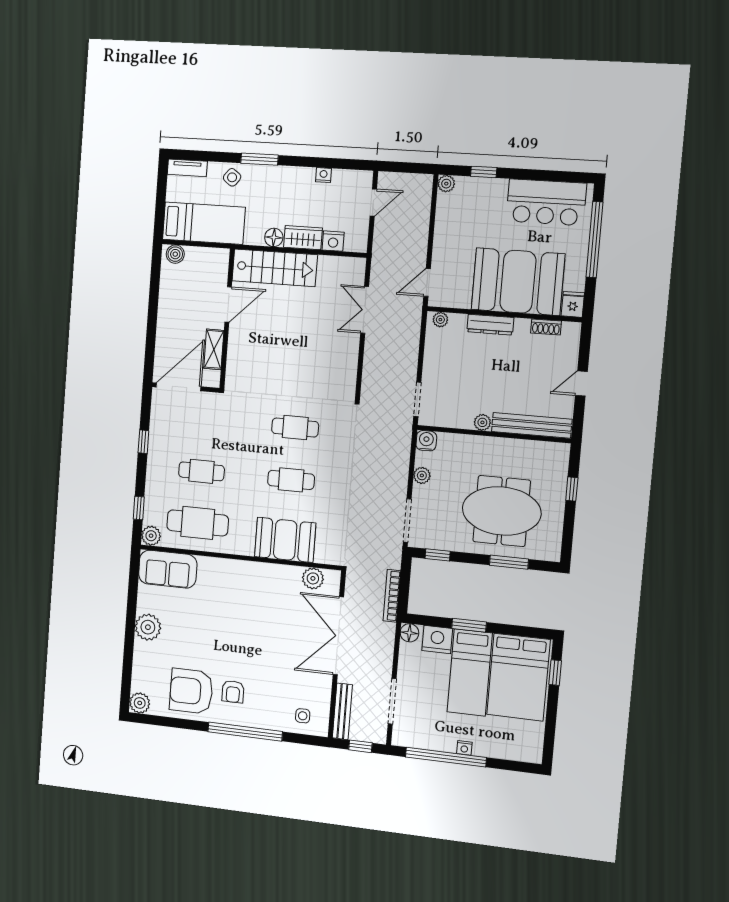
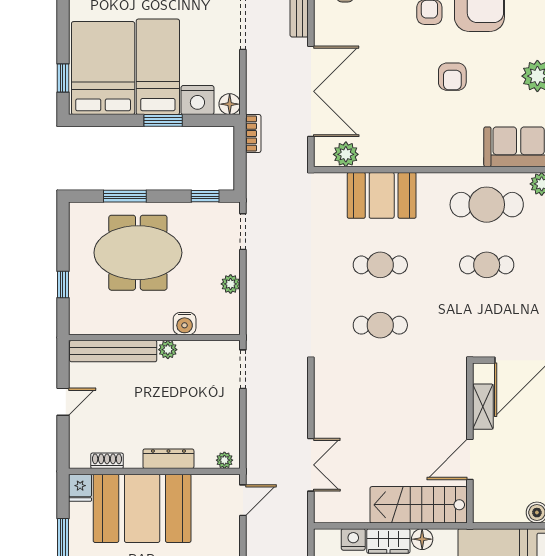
water cooler: (426, 441) -> (185, 324), moved
doorway: (407, 520) -> (243, 232), width x0.73
bookcase: (392, 596) -> (253, 134), width x0.64
armchair: (218, 635) -> (452, 77), added

